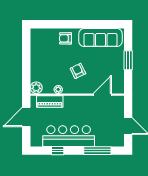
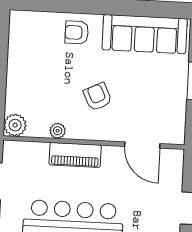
door: (102, 95) -> (142, 145), swing flipped
piano: (50, 101) -> (75, 155), moved

